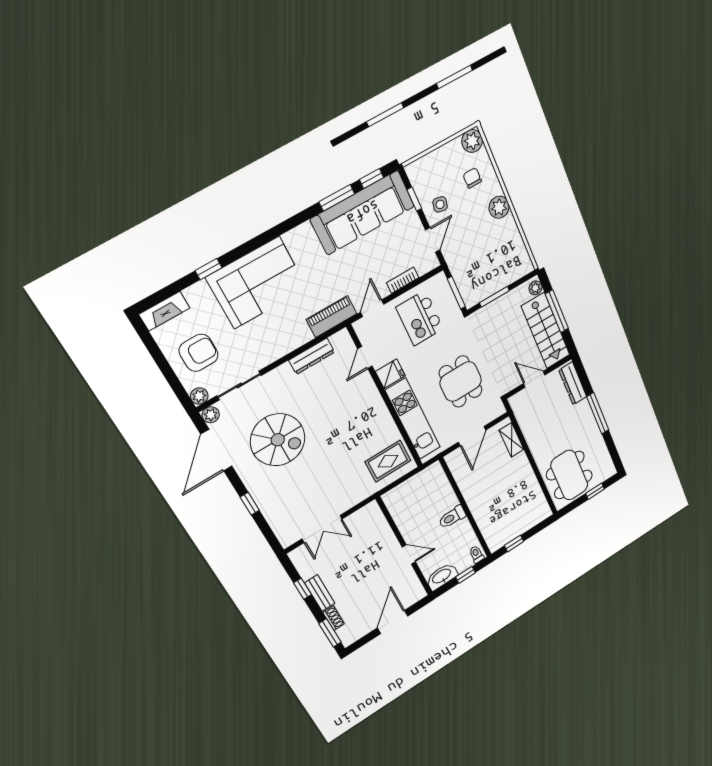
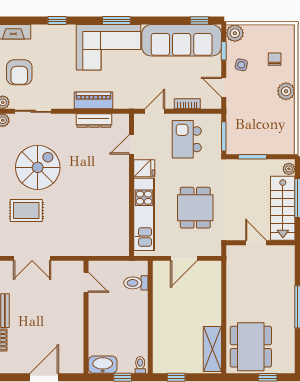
plant: (472, 141) -> (235, 33), moved
window: (337, 198) -> (116, 21), moved
door: (433, 240) -> (224, 87), swing flipped
corner sofa: (257, 283) -> (108, 47), moved
piano: (332, 317) -> (93, 100), moved
armchair: (199, 353) -> (19, 72), turned 90
dresser: (573, 383) -> (287, 267), removed
spiral stairs: (278, 440) -> (38, 167), turned -90
shelving: (511, 440) -> (212, 349), moved, width x1.50, depth x1.33
rug: (388, 461) -> (26, 211), moved
toilet: (452, 517) -> (136, 283), moved
door: (409, 554) -> (86, 282), moved

